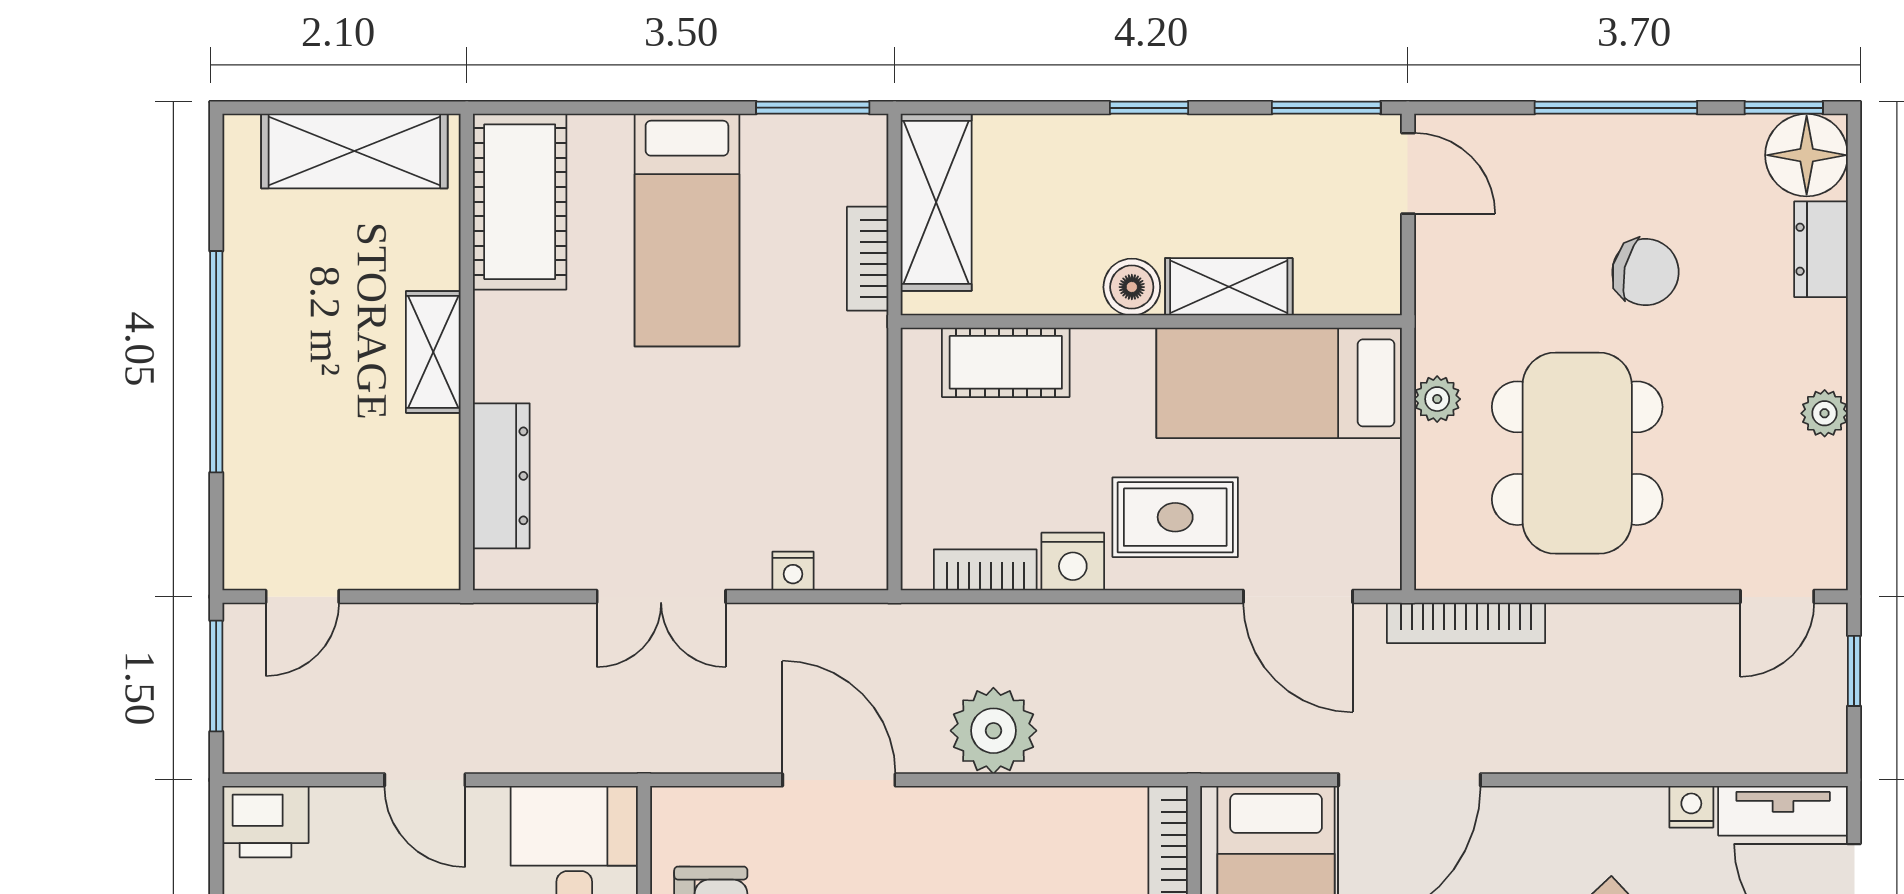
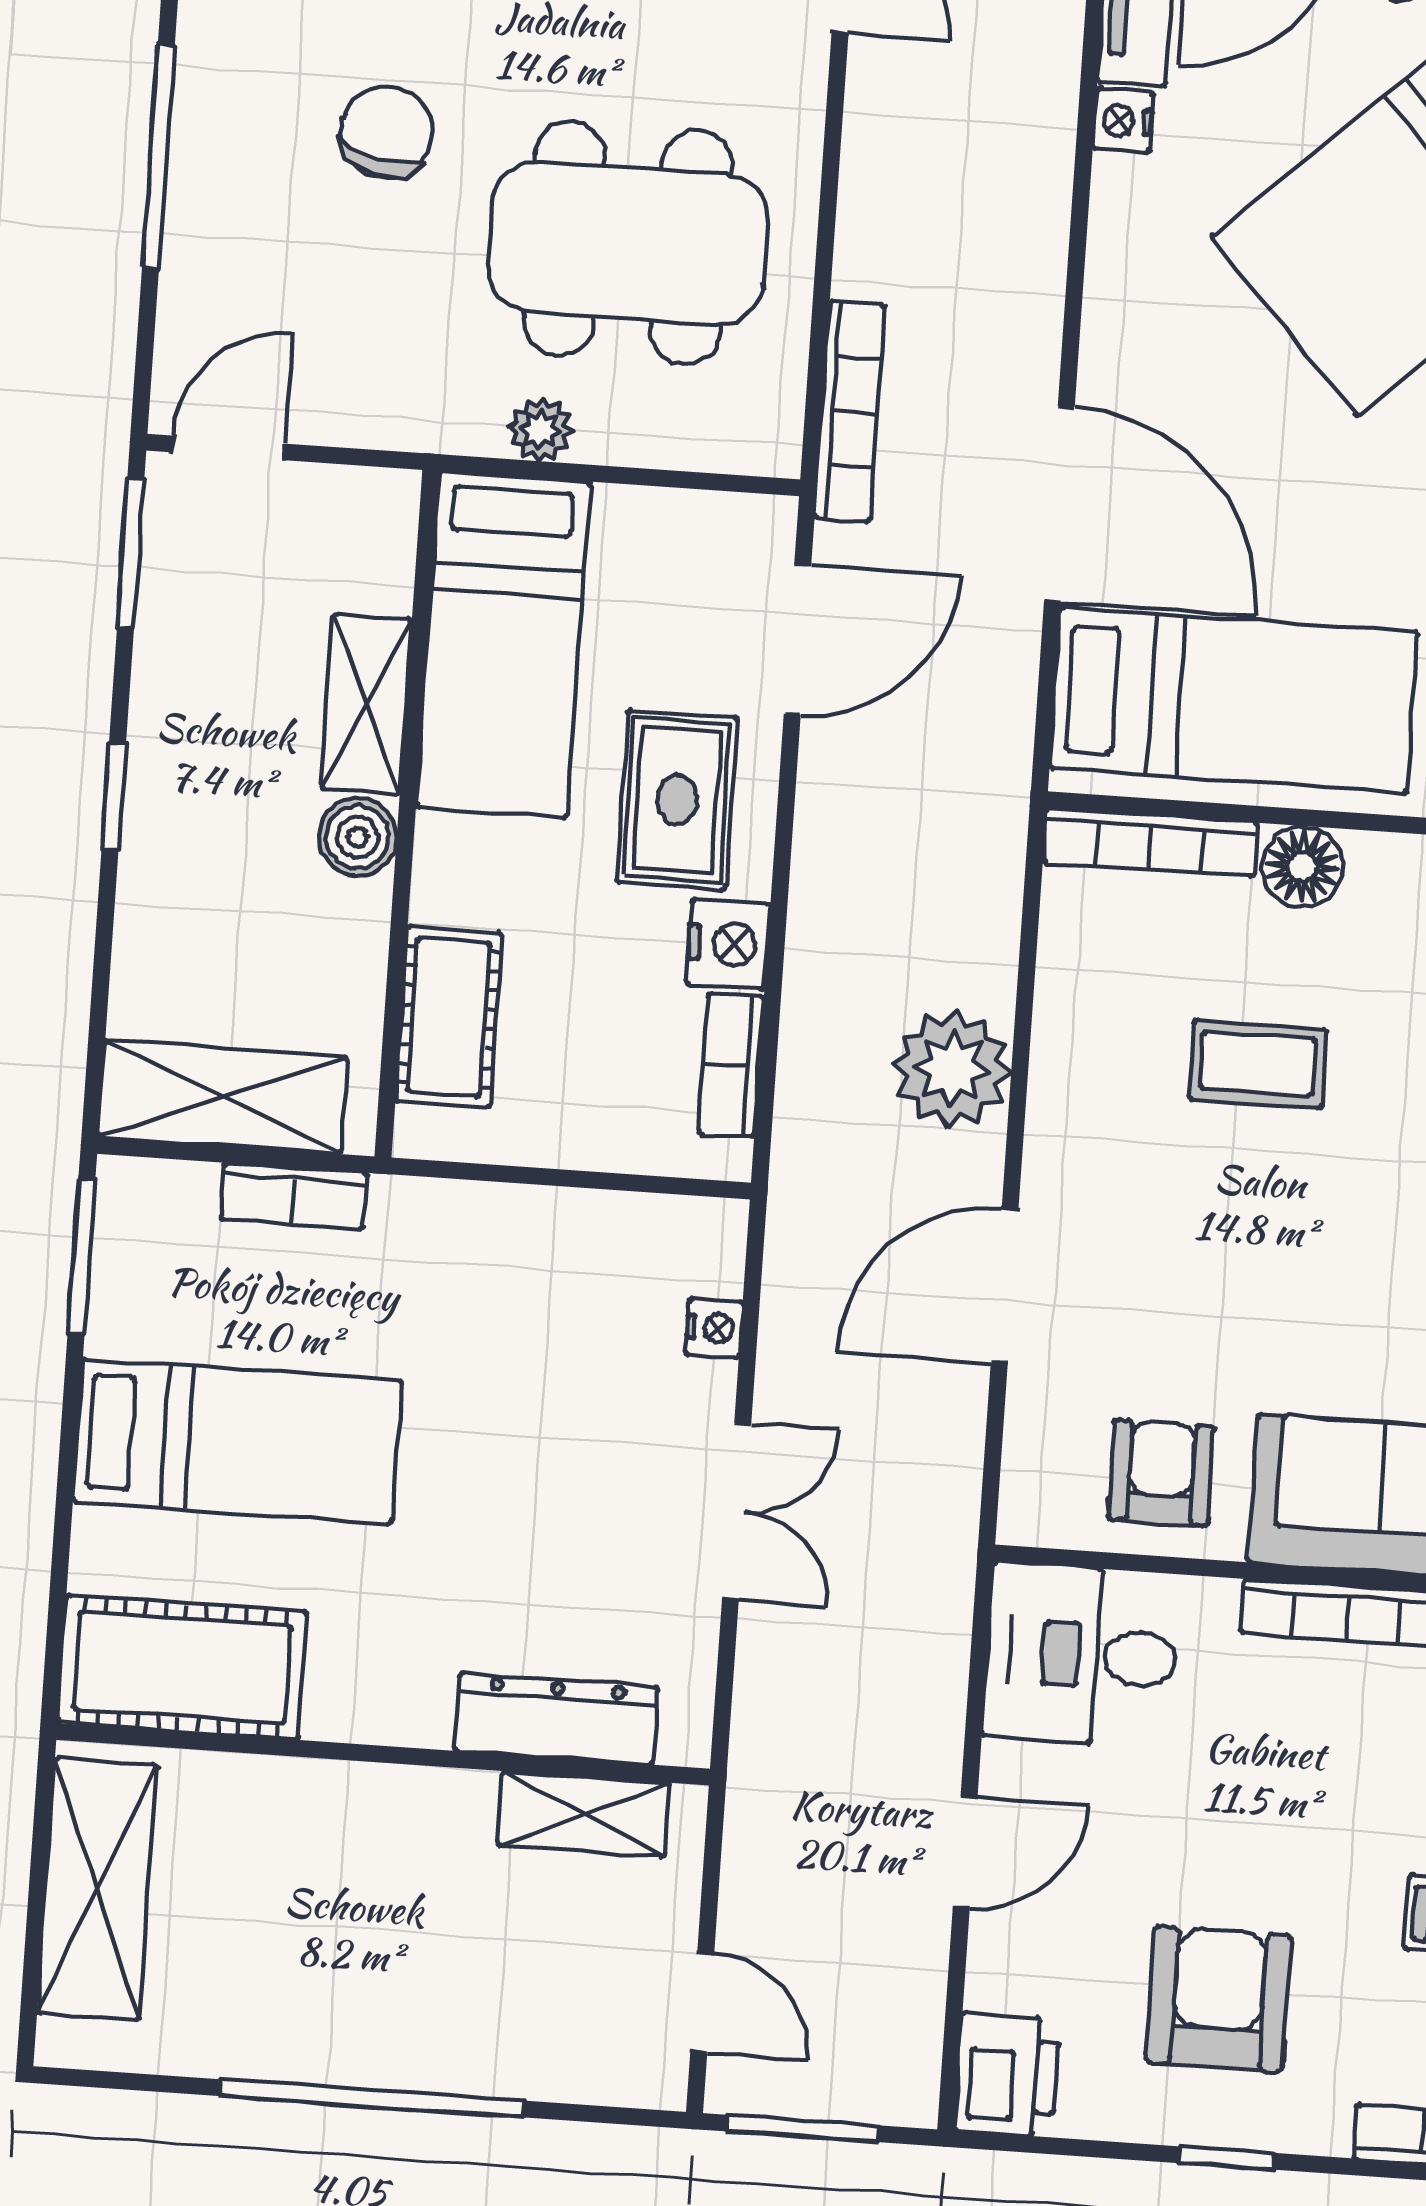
shelving: (433, 352) -> (583, 1814), moved

